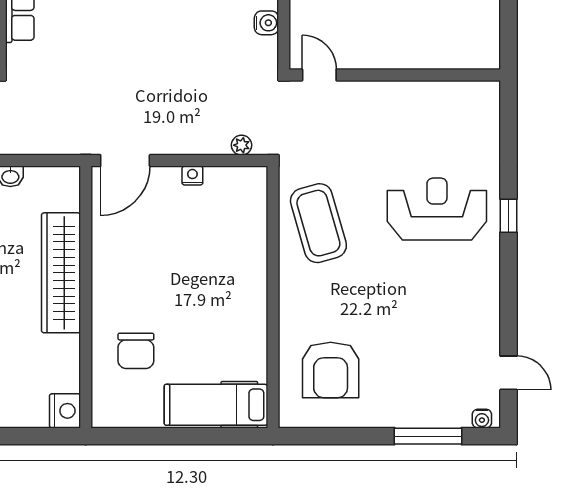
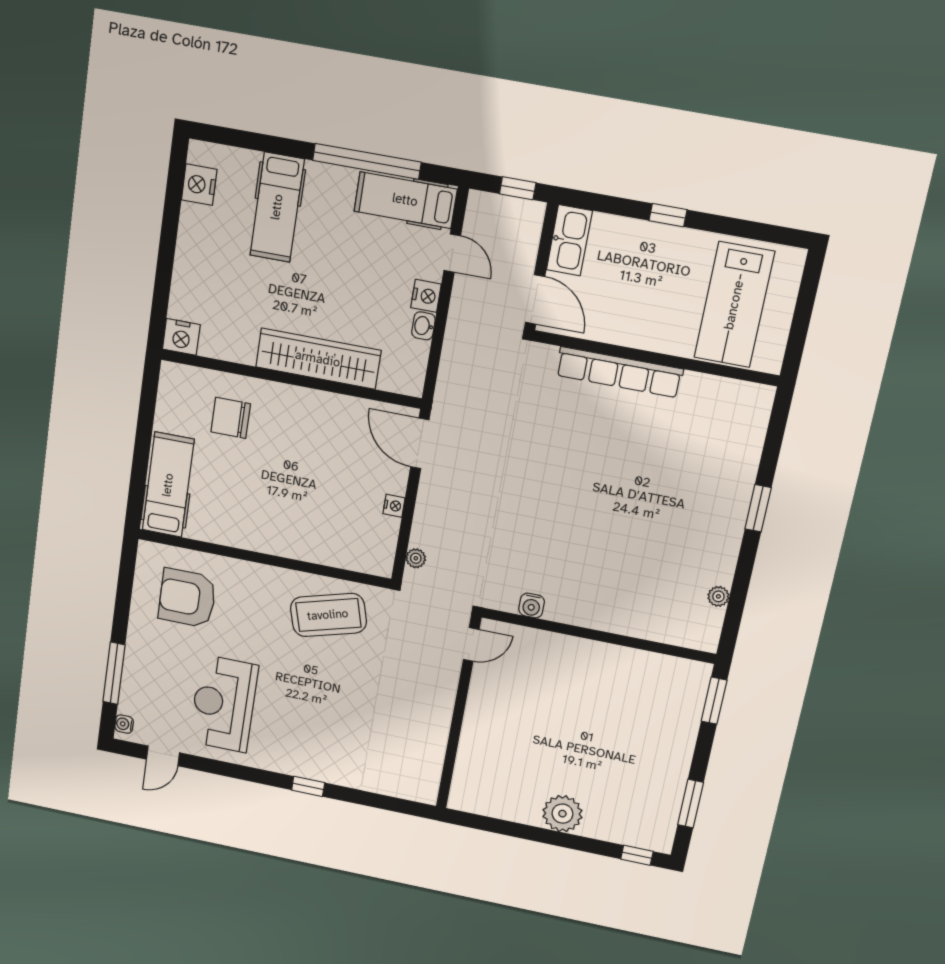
reception desk: (437, 209) -> (224, 704), moved, turned 180

